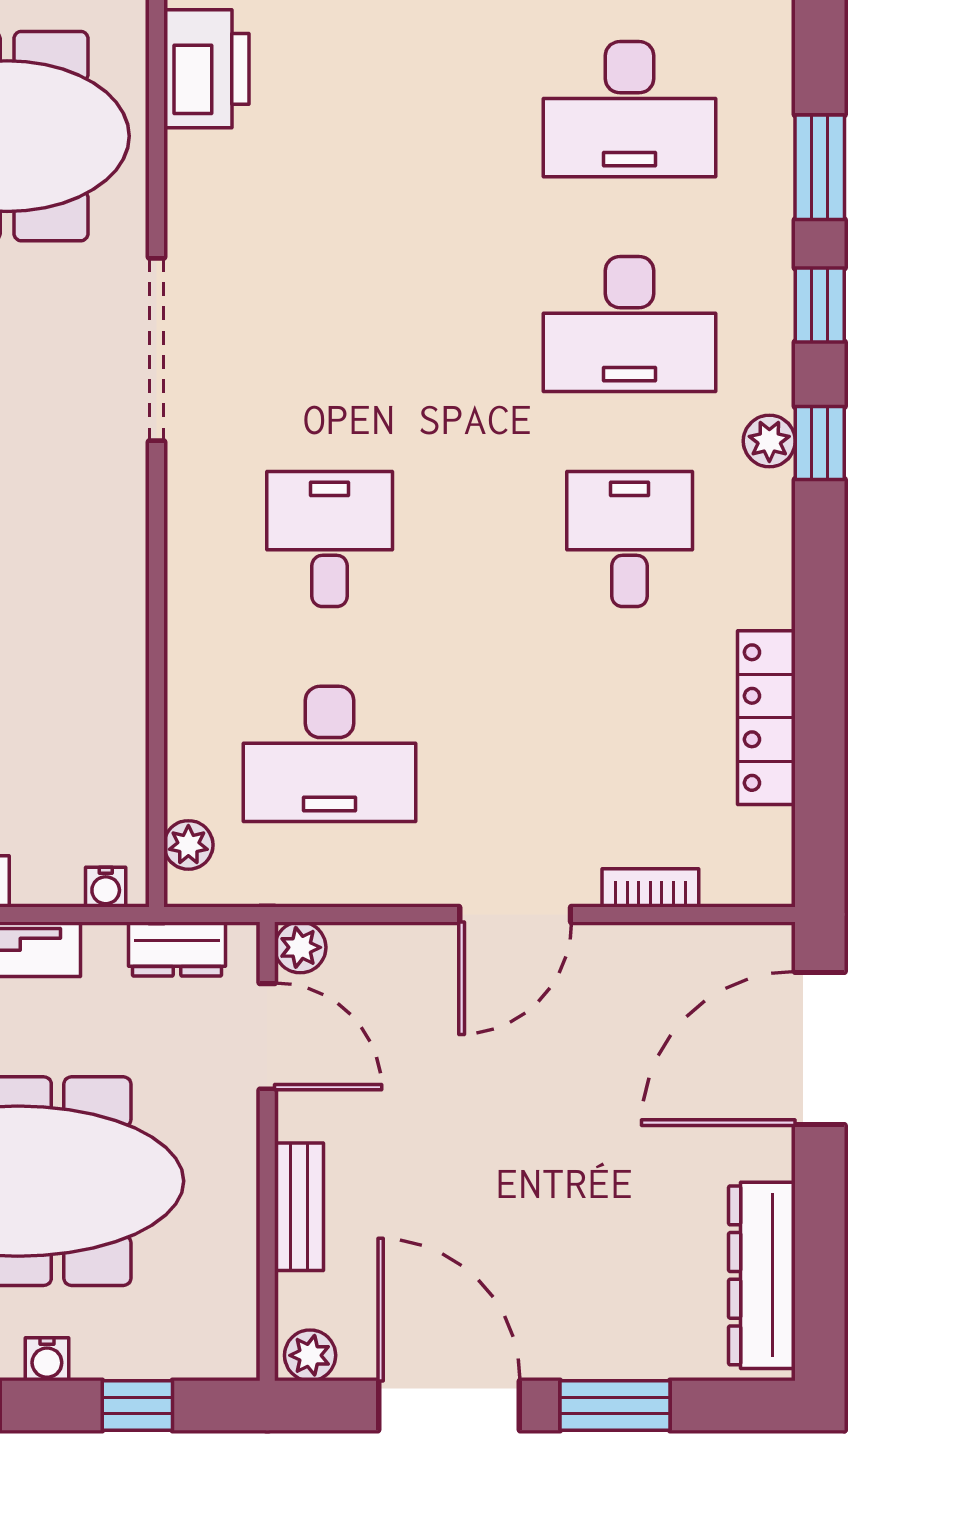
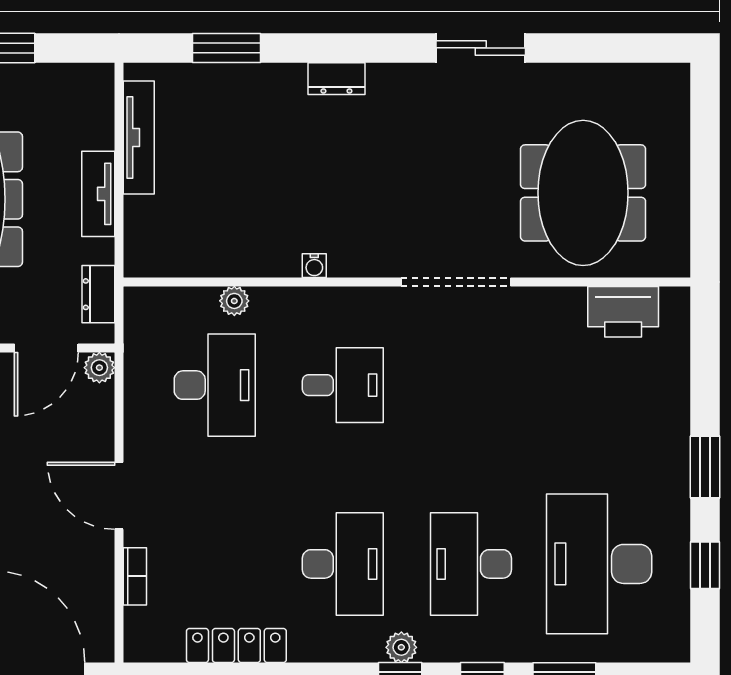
desk: (630, 109) -> (599, 564), width x1.36, depth x1.30
desk: (630, 539) -> (343, 564), width x1.37
desk: (330, 754) -> (215, 385), turned 180
plant: (188, 845) -> (234, 301), moved
water cooler: (106, 887) -> (314, 266), moved, turned -90

